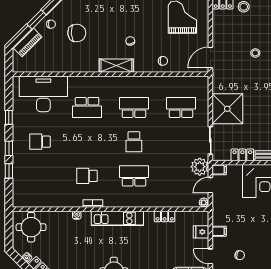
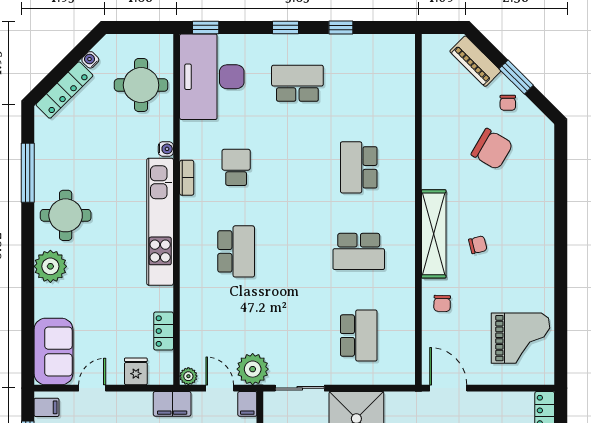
chair: (77, 33) -> (492, 149), turned -56
shelving: (116, 66) -> (434, 234), width x1.47
desk: (43, 94) -> (212, 77), moved, turned 180
school desk: (134, 107) -> (359, 251), turned 90
school desk: (40, 142) -> (297, 83), width x1.85
school desk: (134, 142) -> (297, 251), removed
window: (9, 171) -> (206, 27), moved
locker: (165, 216) -> (164, 331), moved
kitchen unit: (117, 218) -> (160, 222), width x1.36
round table: (31, 227) -> (141, 85), moved
filing cabinet: (219, 231) -> (172, 404), moved, width x2.00

